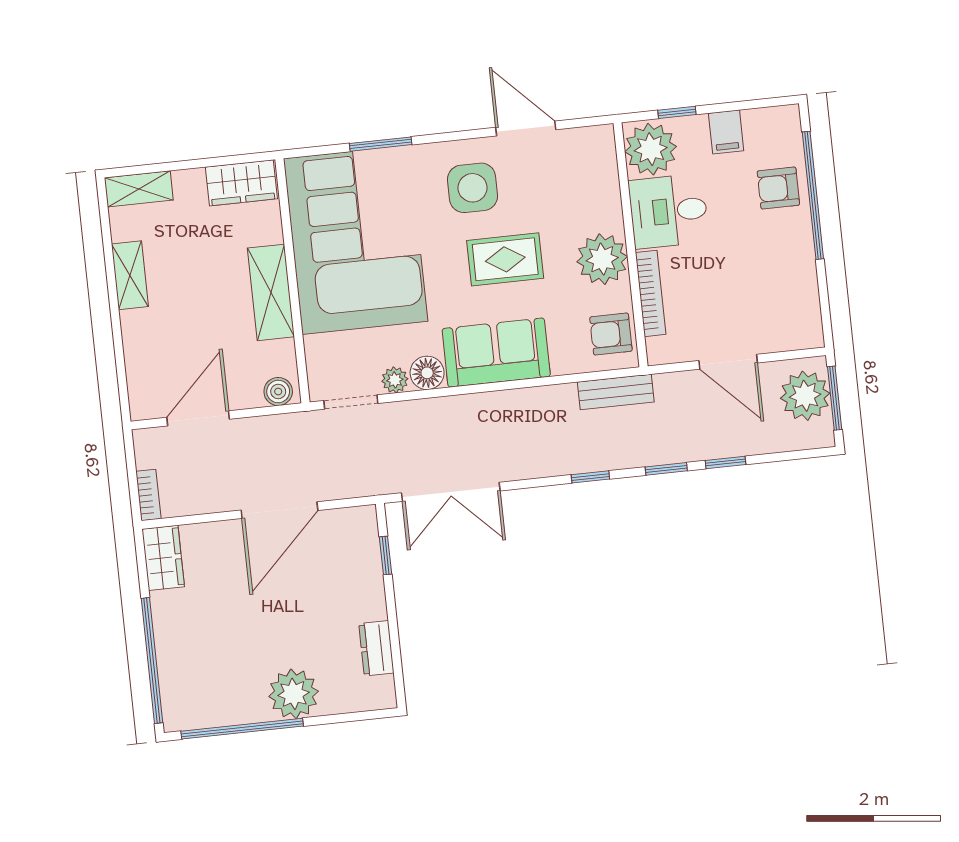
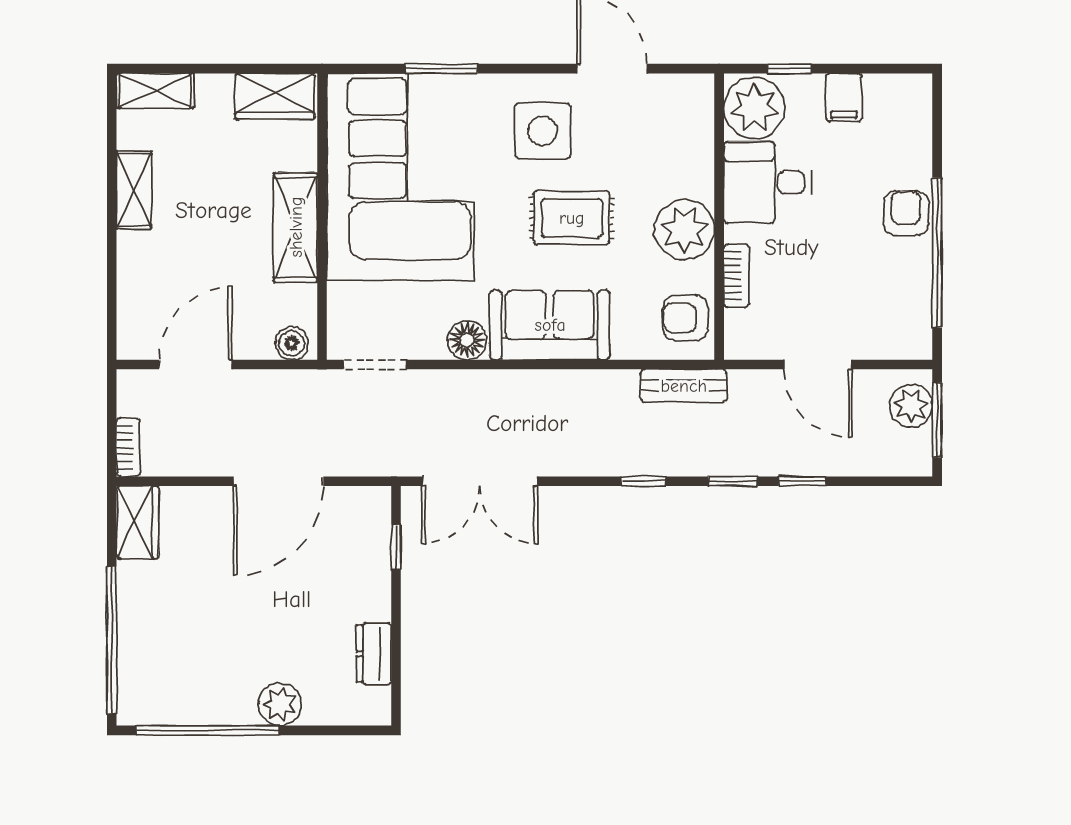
armchair: (778, 188) -> (906, 213), moved, turned 90
window: (813, 195) -> (937, 253), moved
bookcase: (651, 293) -> (736, 276), width x0.64
plant: (395, 380) -> (429, 344), removed
plant: (805, 396) -> (911, 406), width x0.73, depth x0.73
plant: (294, 694) -> (280, 704), width x0.73, depth x0.73

